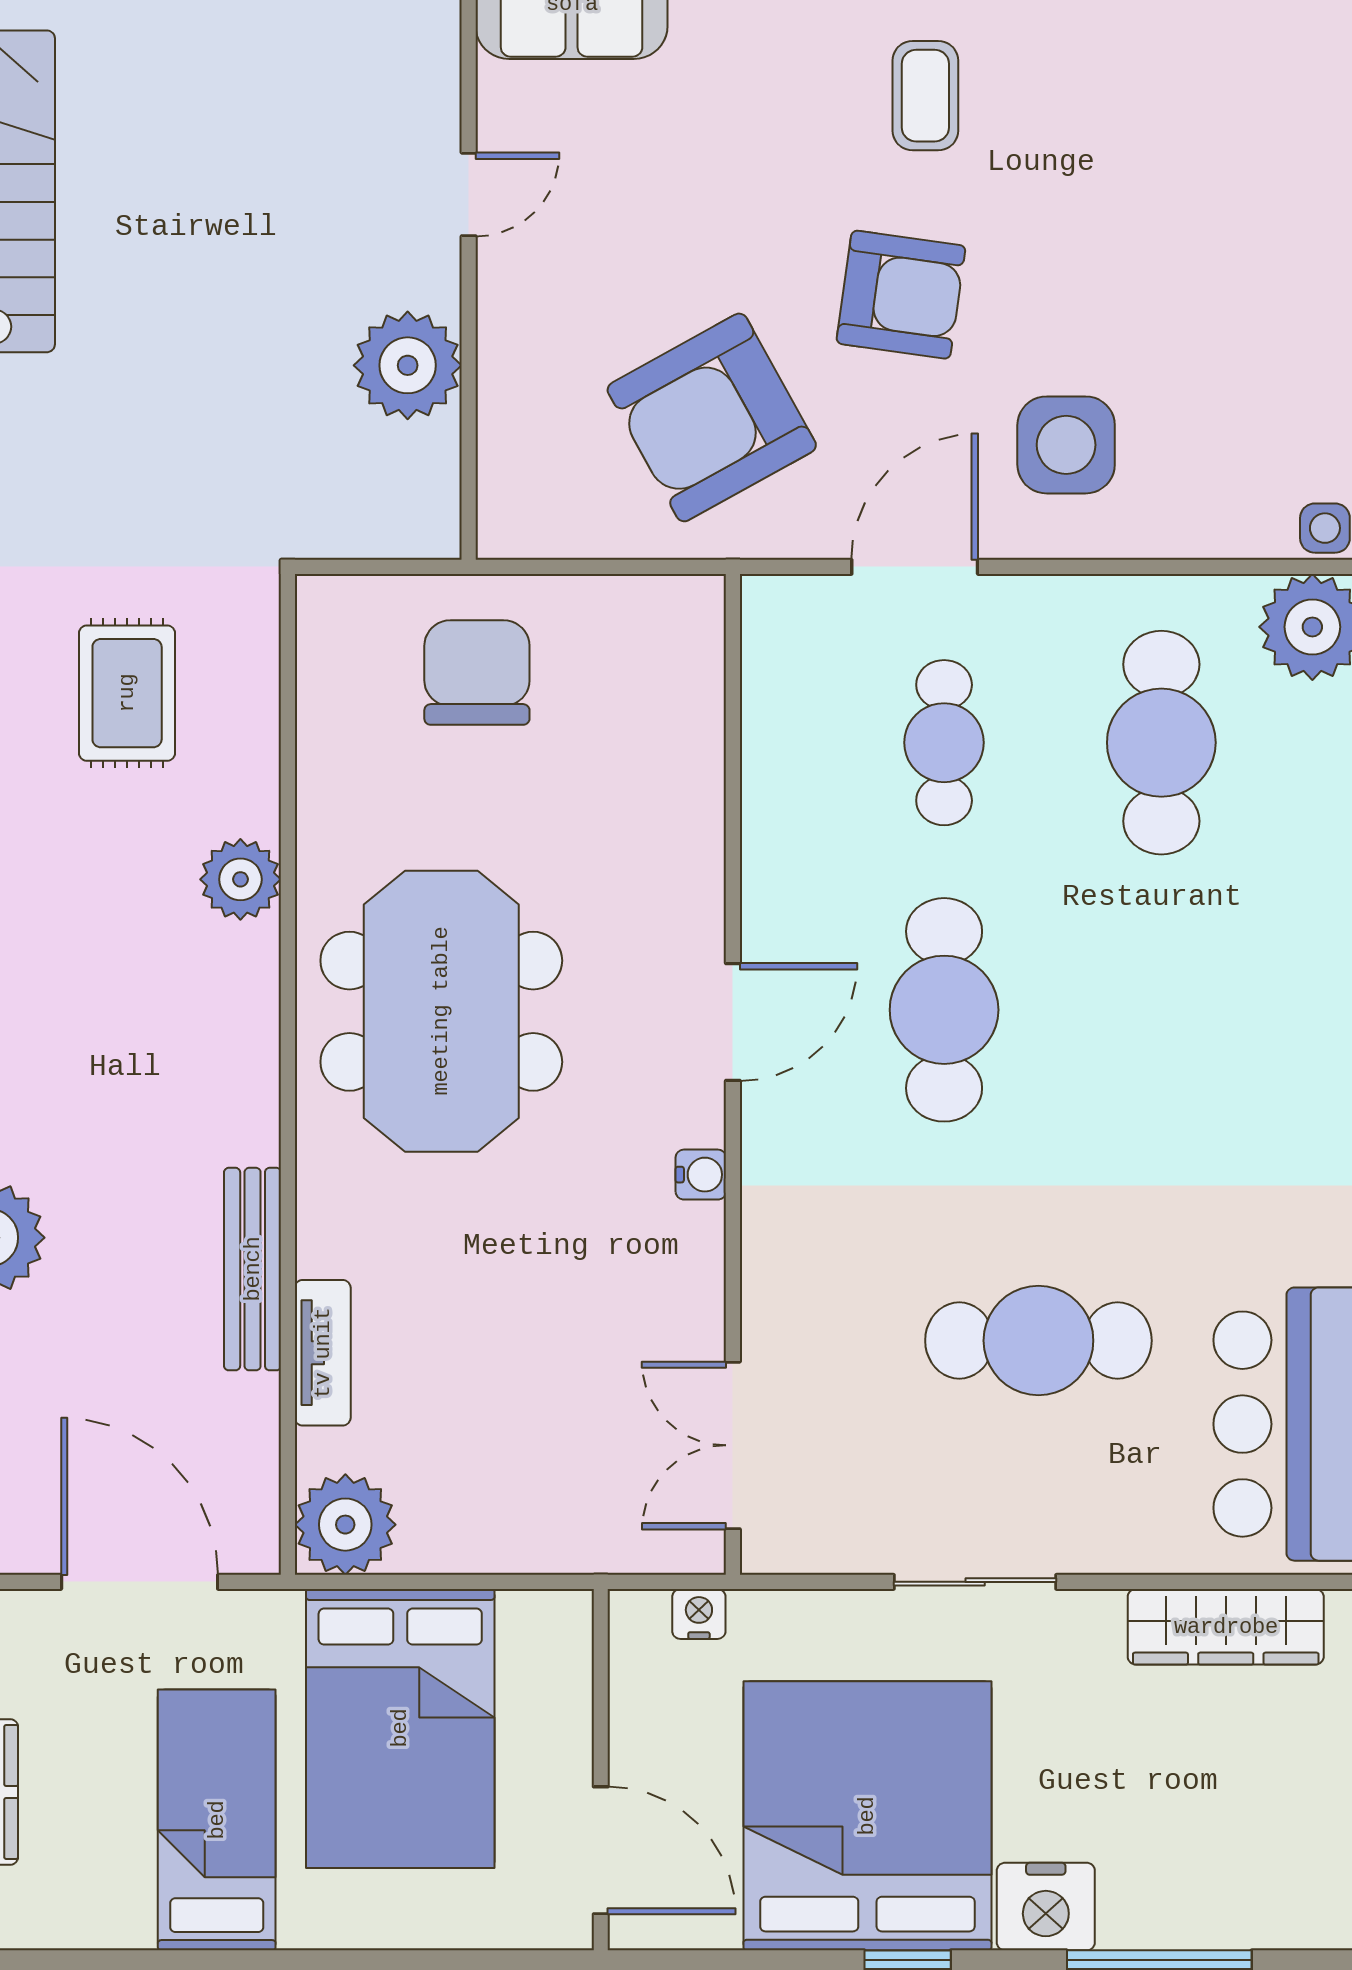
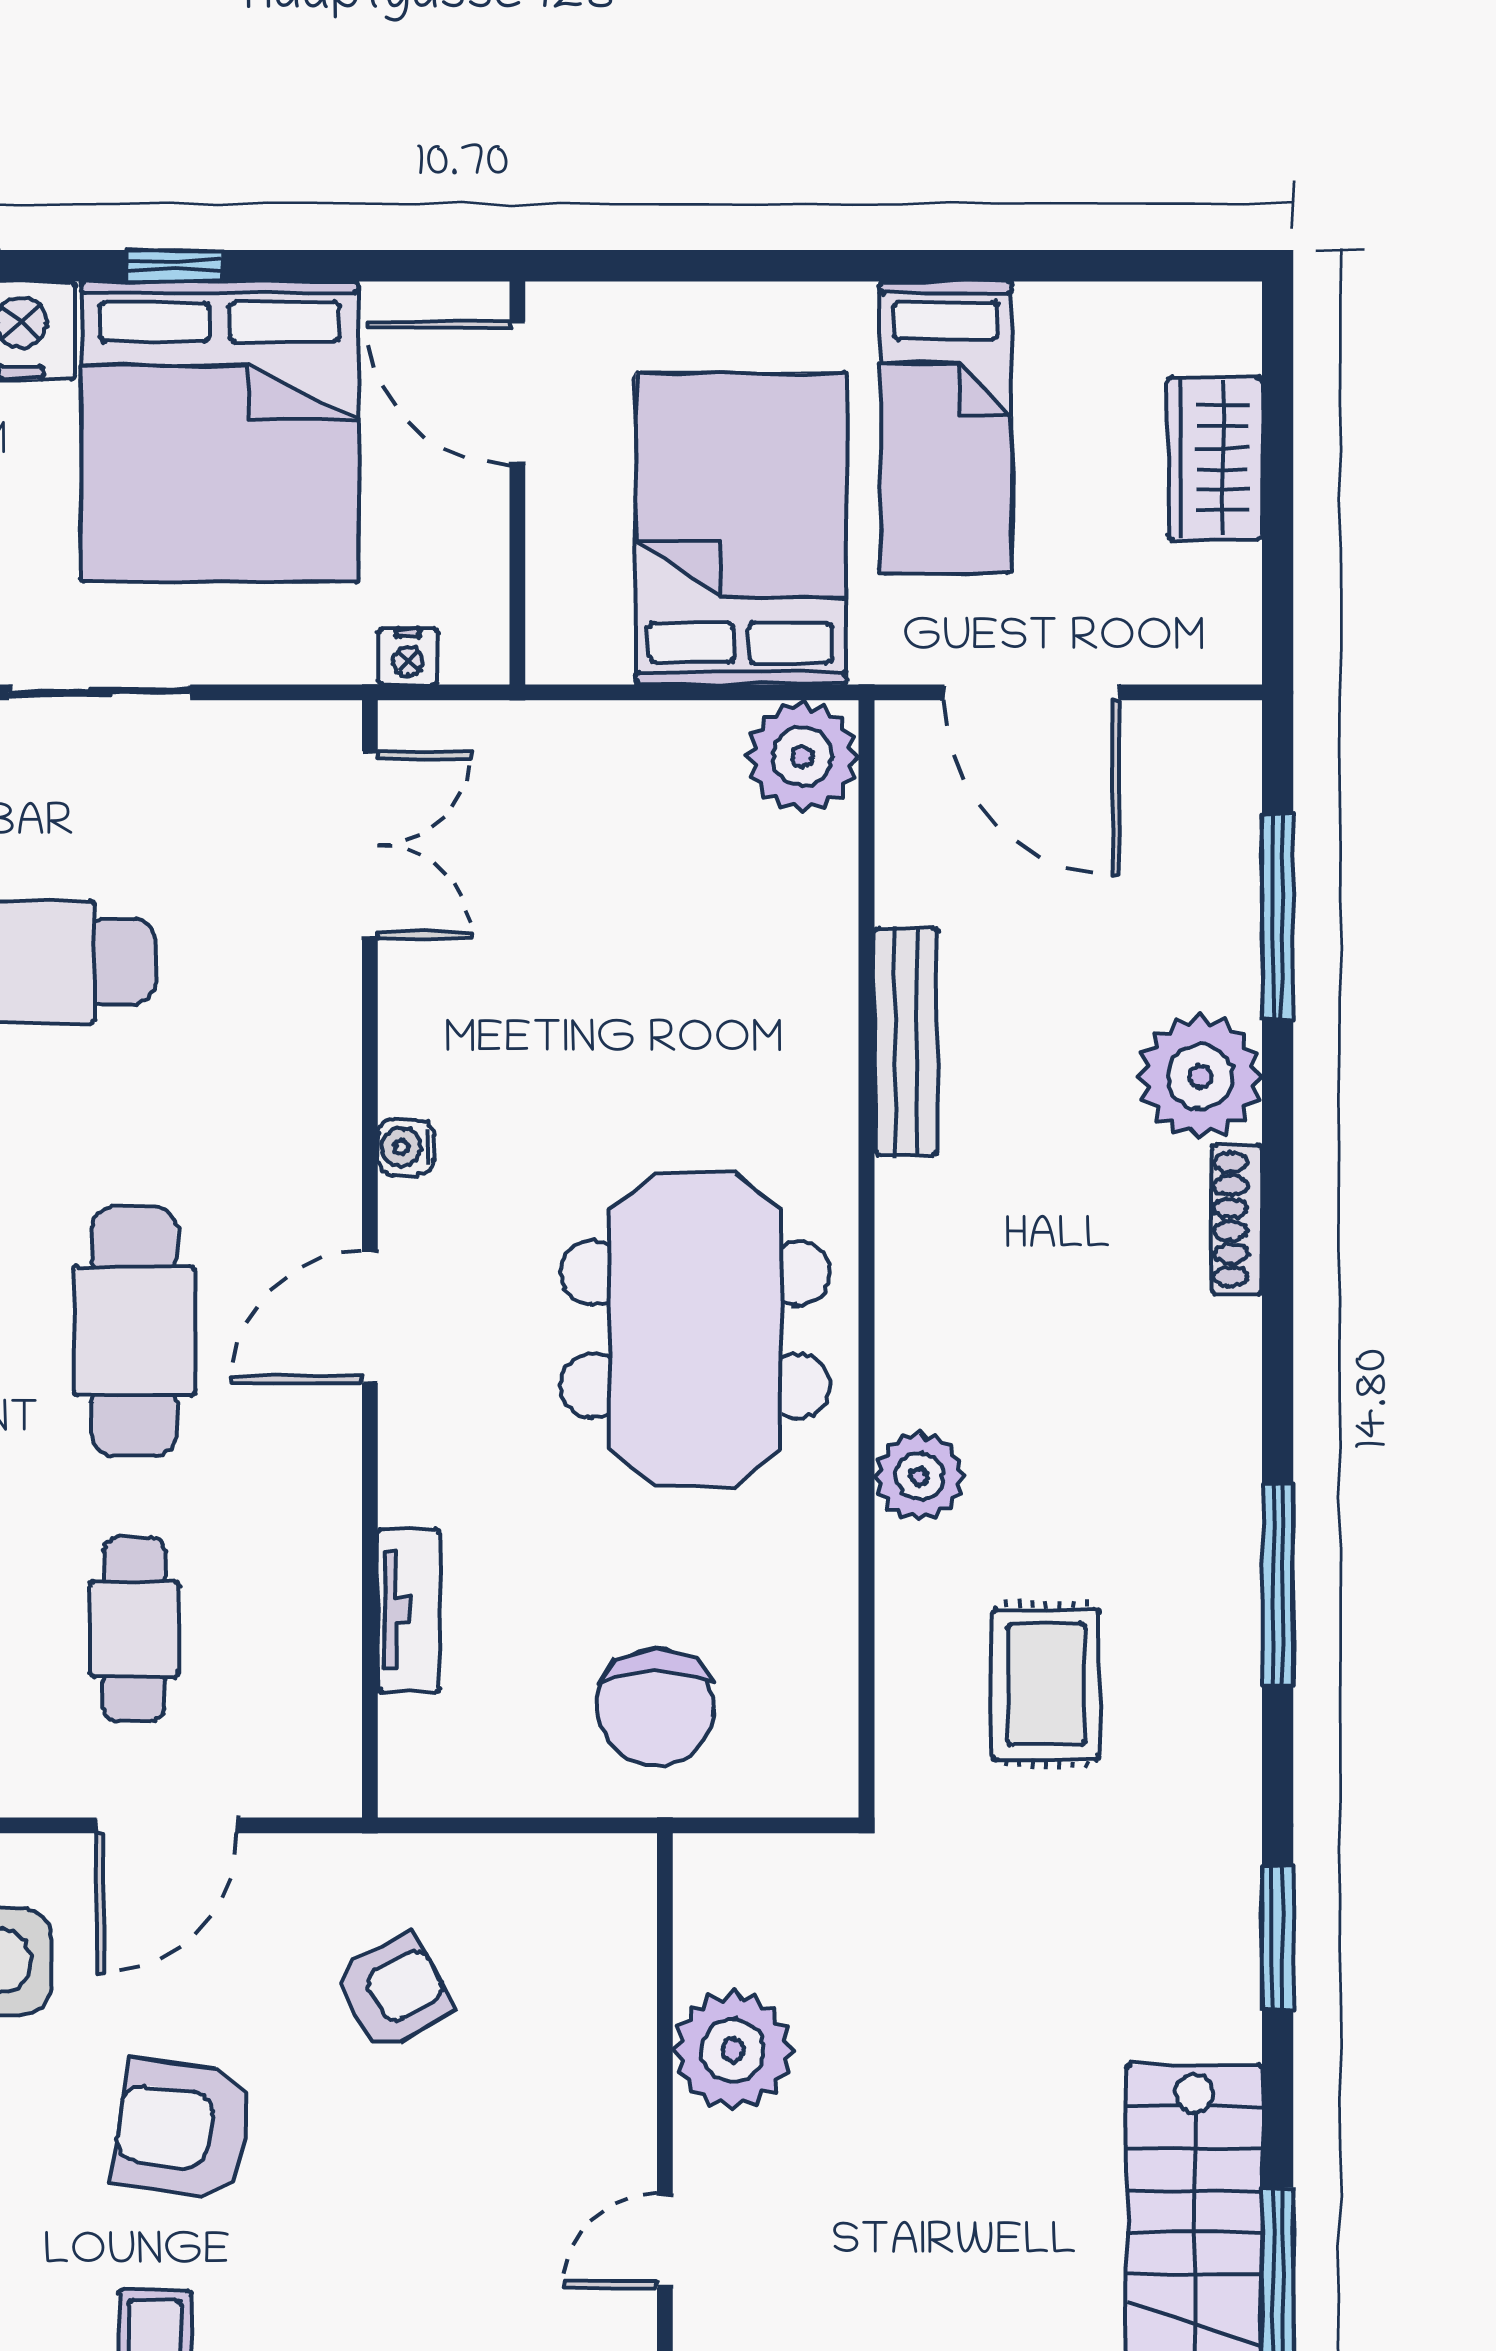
armchair: (712, 417) -> (393, 1992), width x0.53, depth x0.53
tv unit: (323, 1353) -> (409, 1610), moved, turned 180

